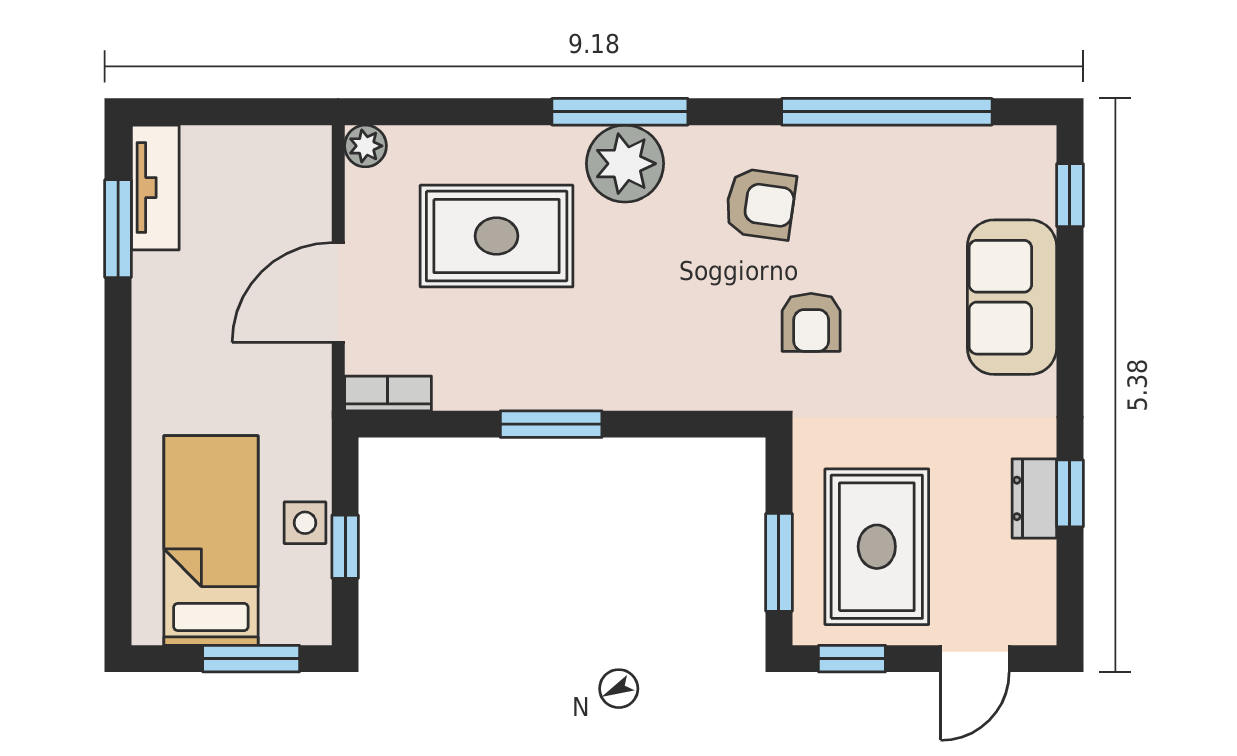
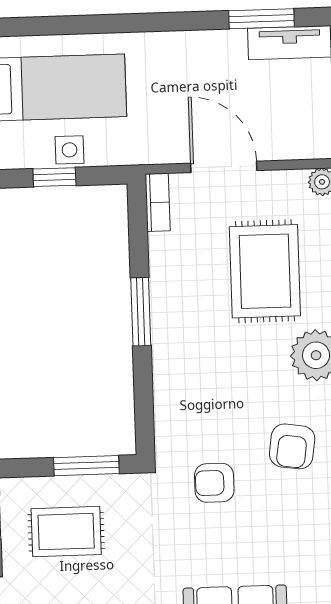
rug: (877, 547) -> (66, 532), width x0.73, depth x0.70
window: (779, 562) -> (86, 466), moved

